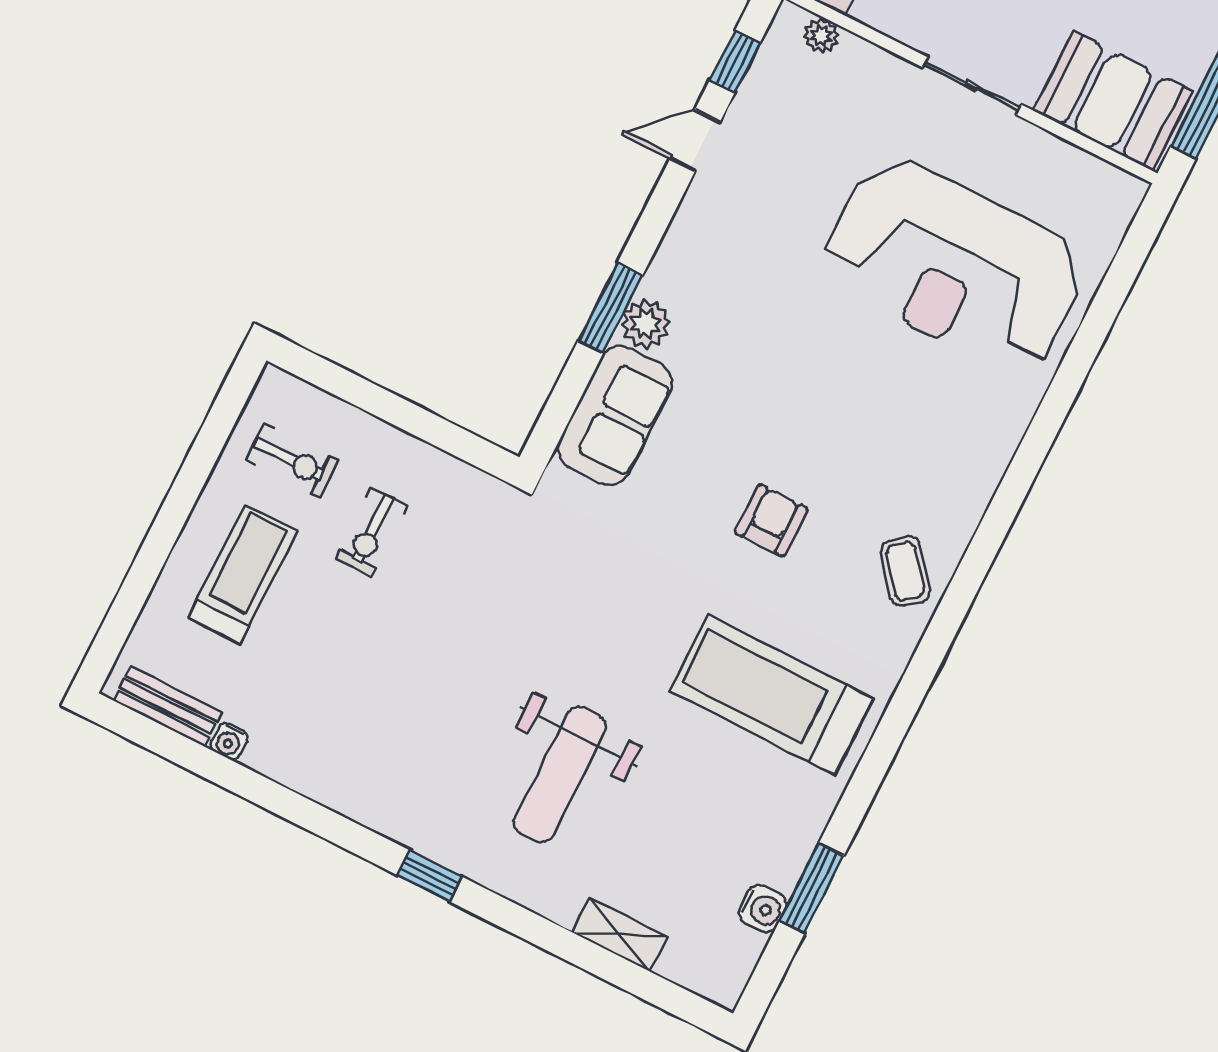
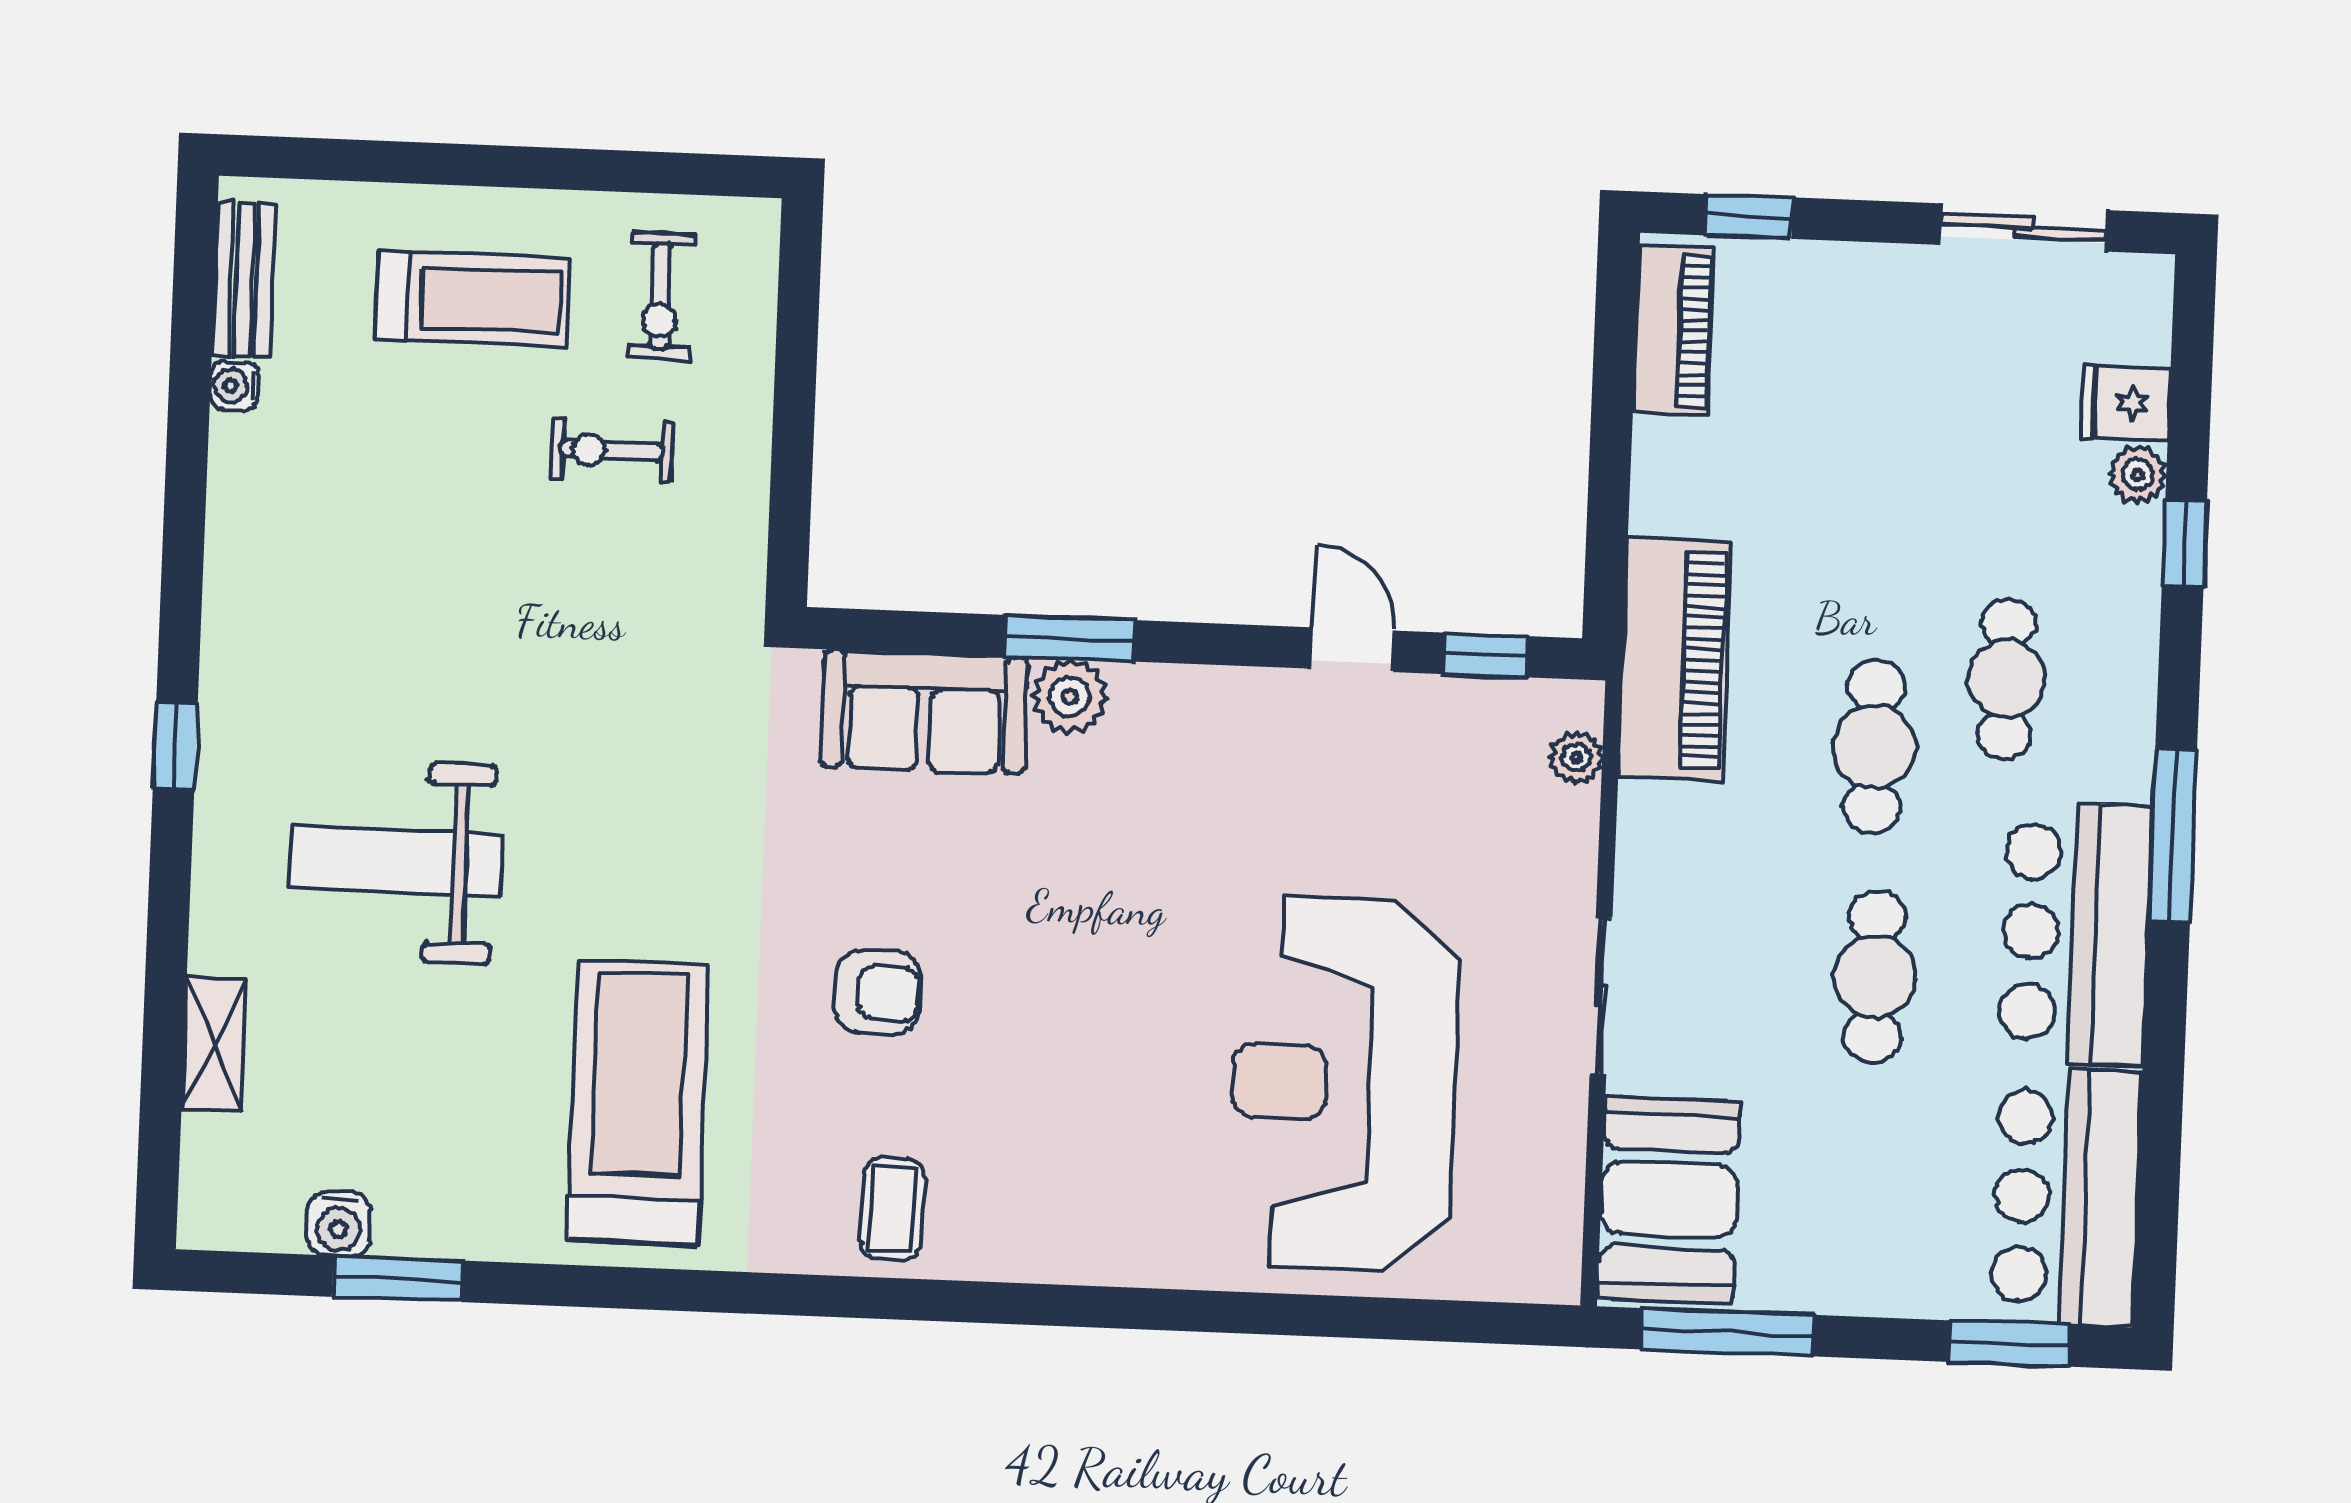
coffee table: (905, 571) -> (892, 1209), turned -51

